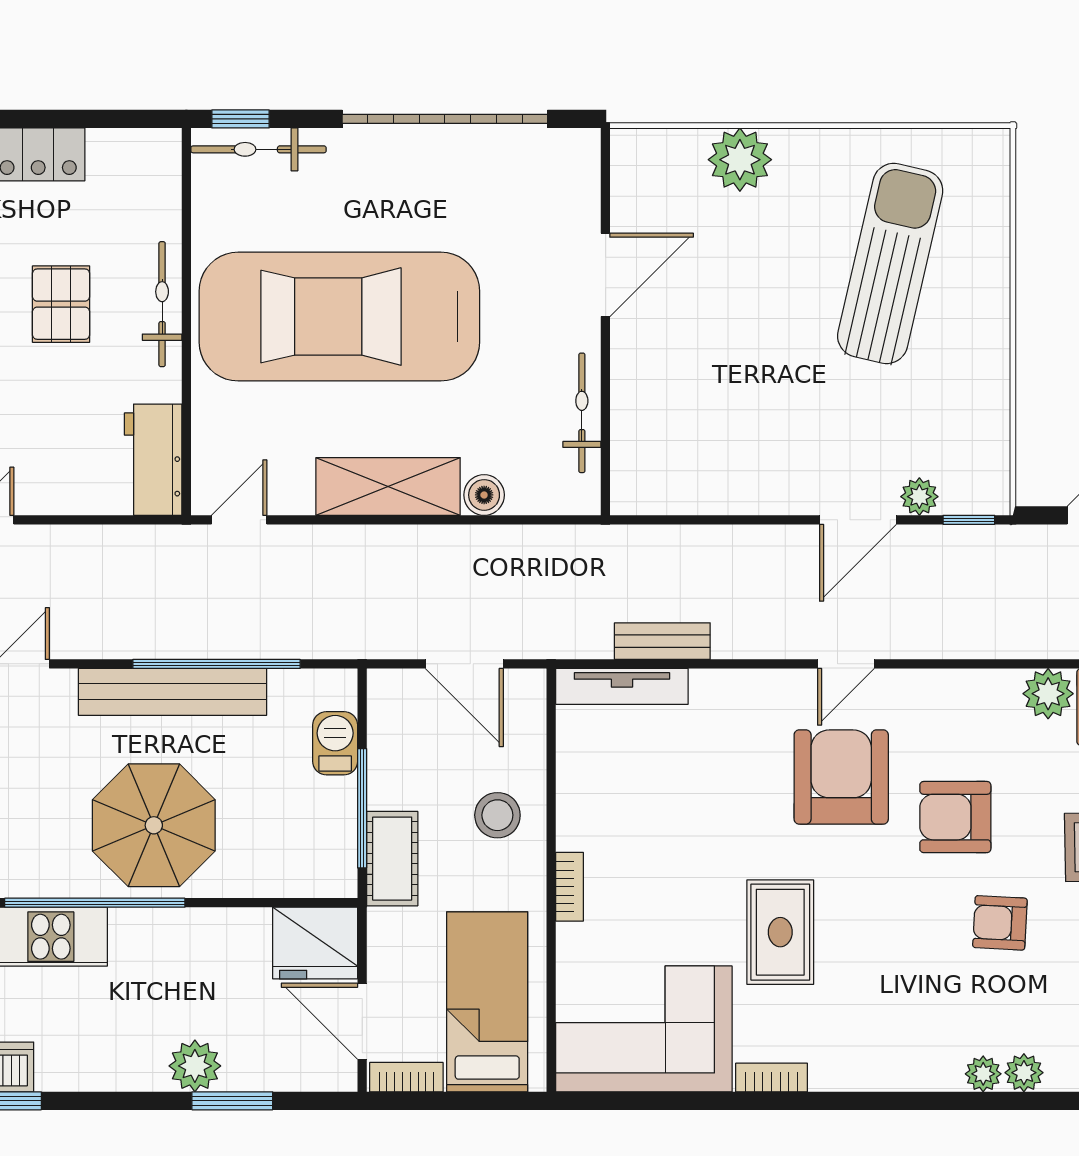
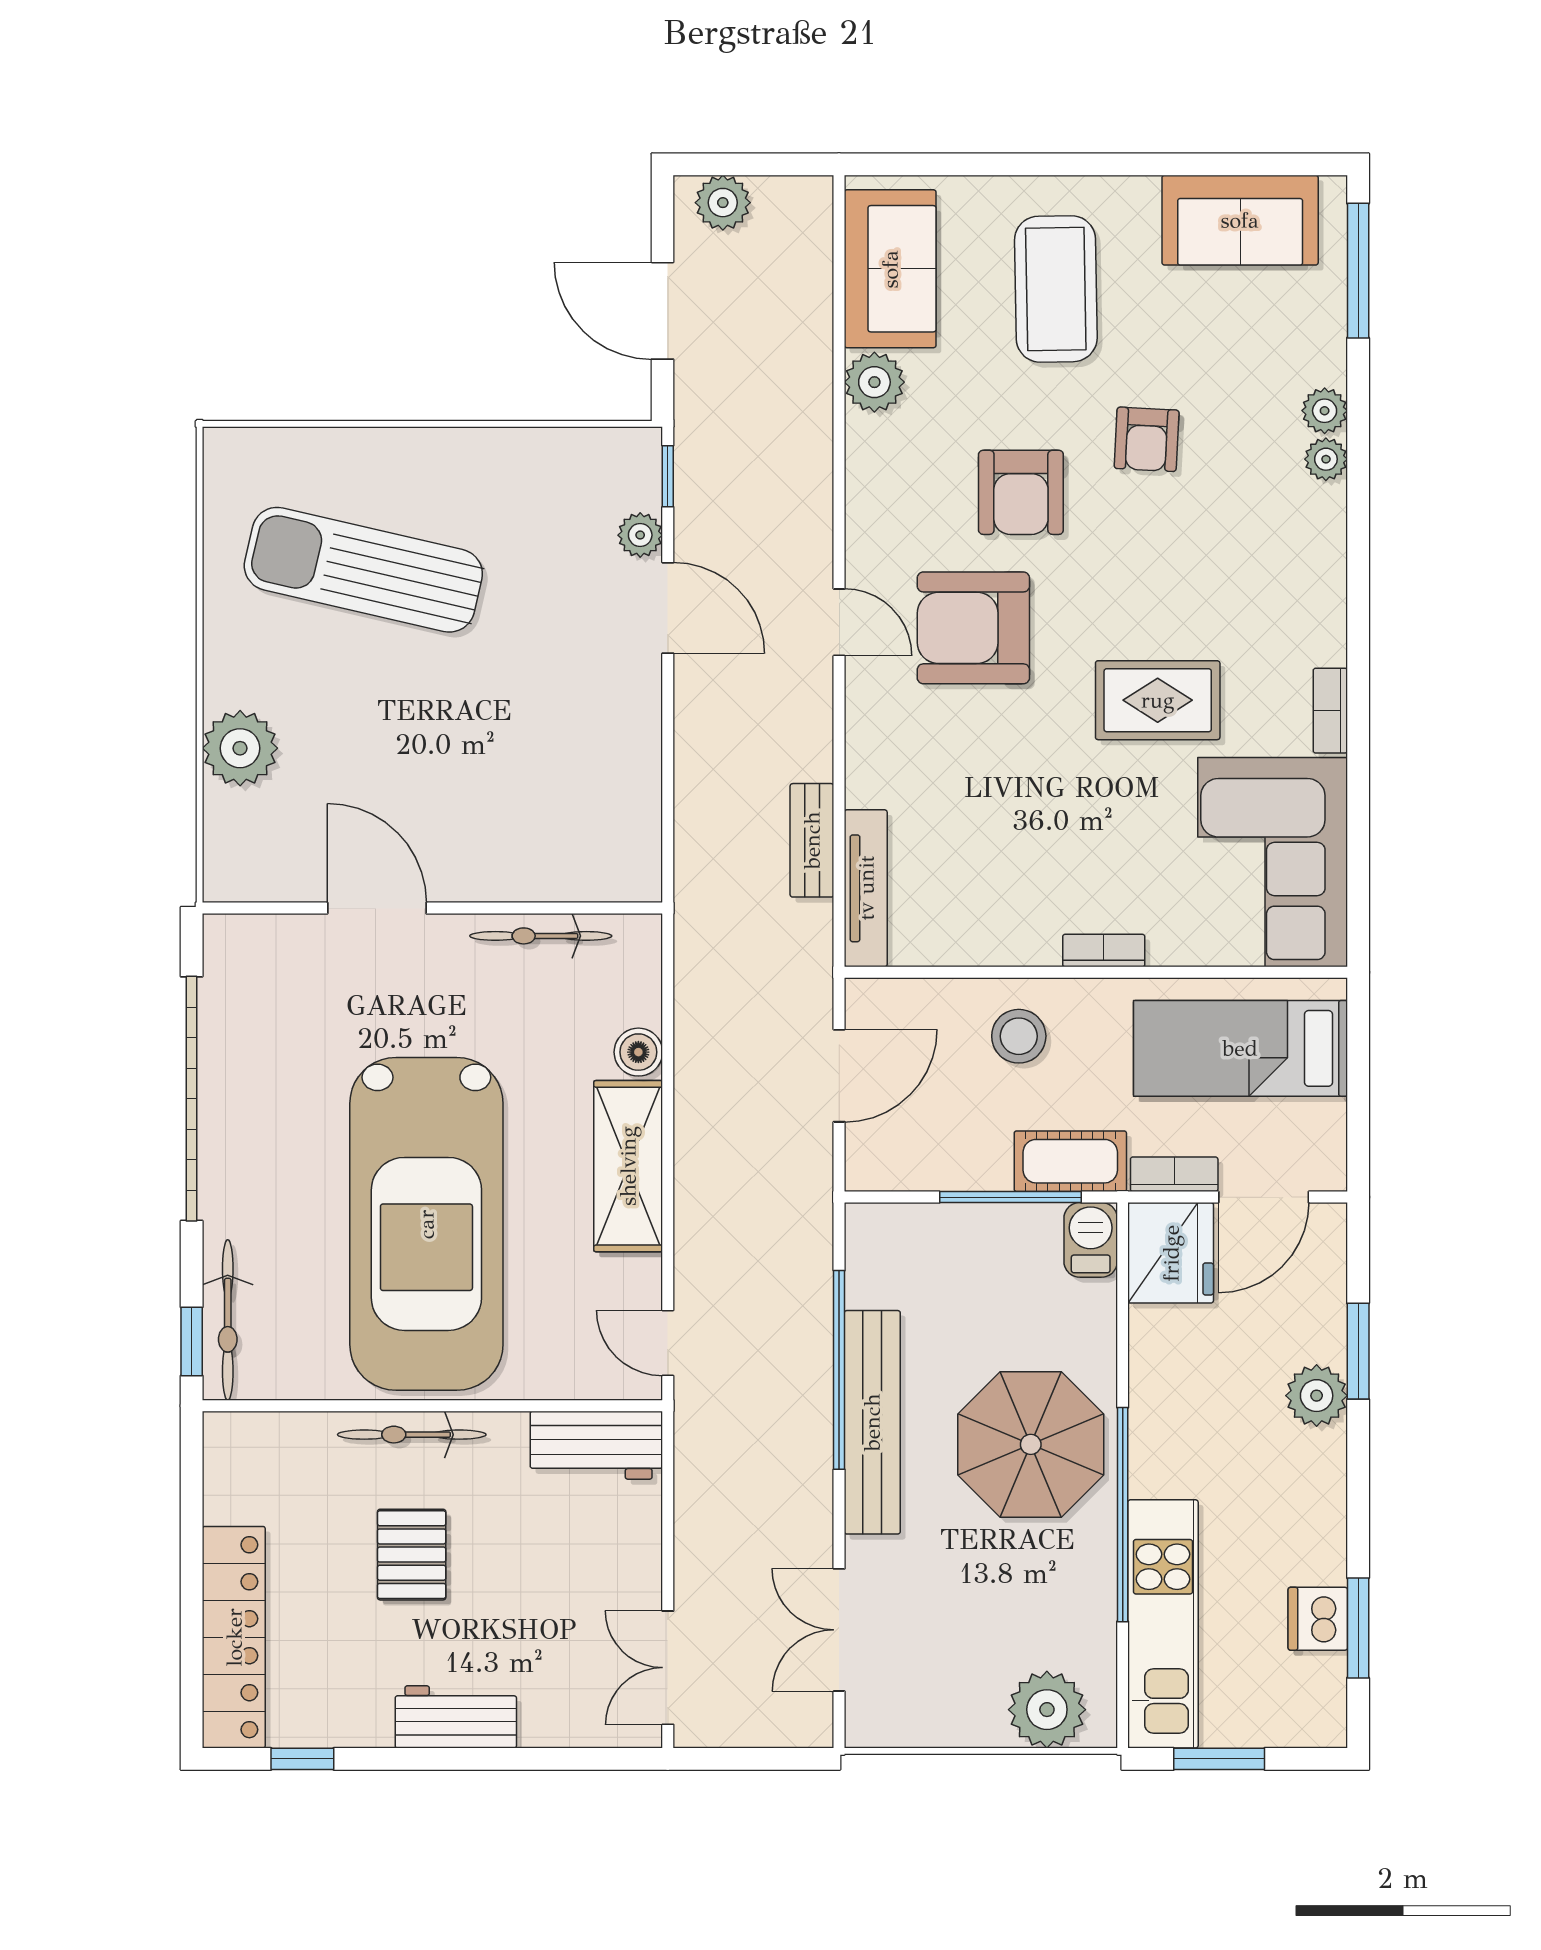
pallet: (61, 304) -> (412, 1555), turned 90
barbecue: (335, 743) -> (1091, 1240), moved, turned 90
bookcase: (406, 1077) -> (1174, 1174), moved, turned 90

